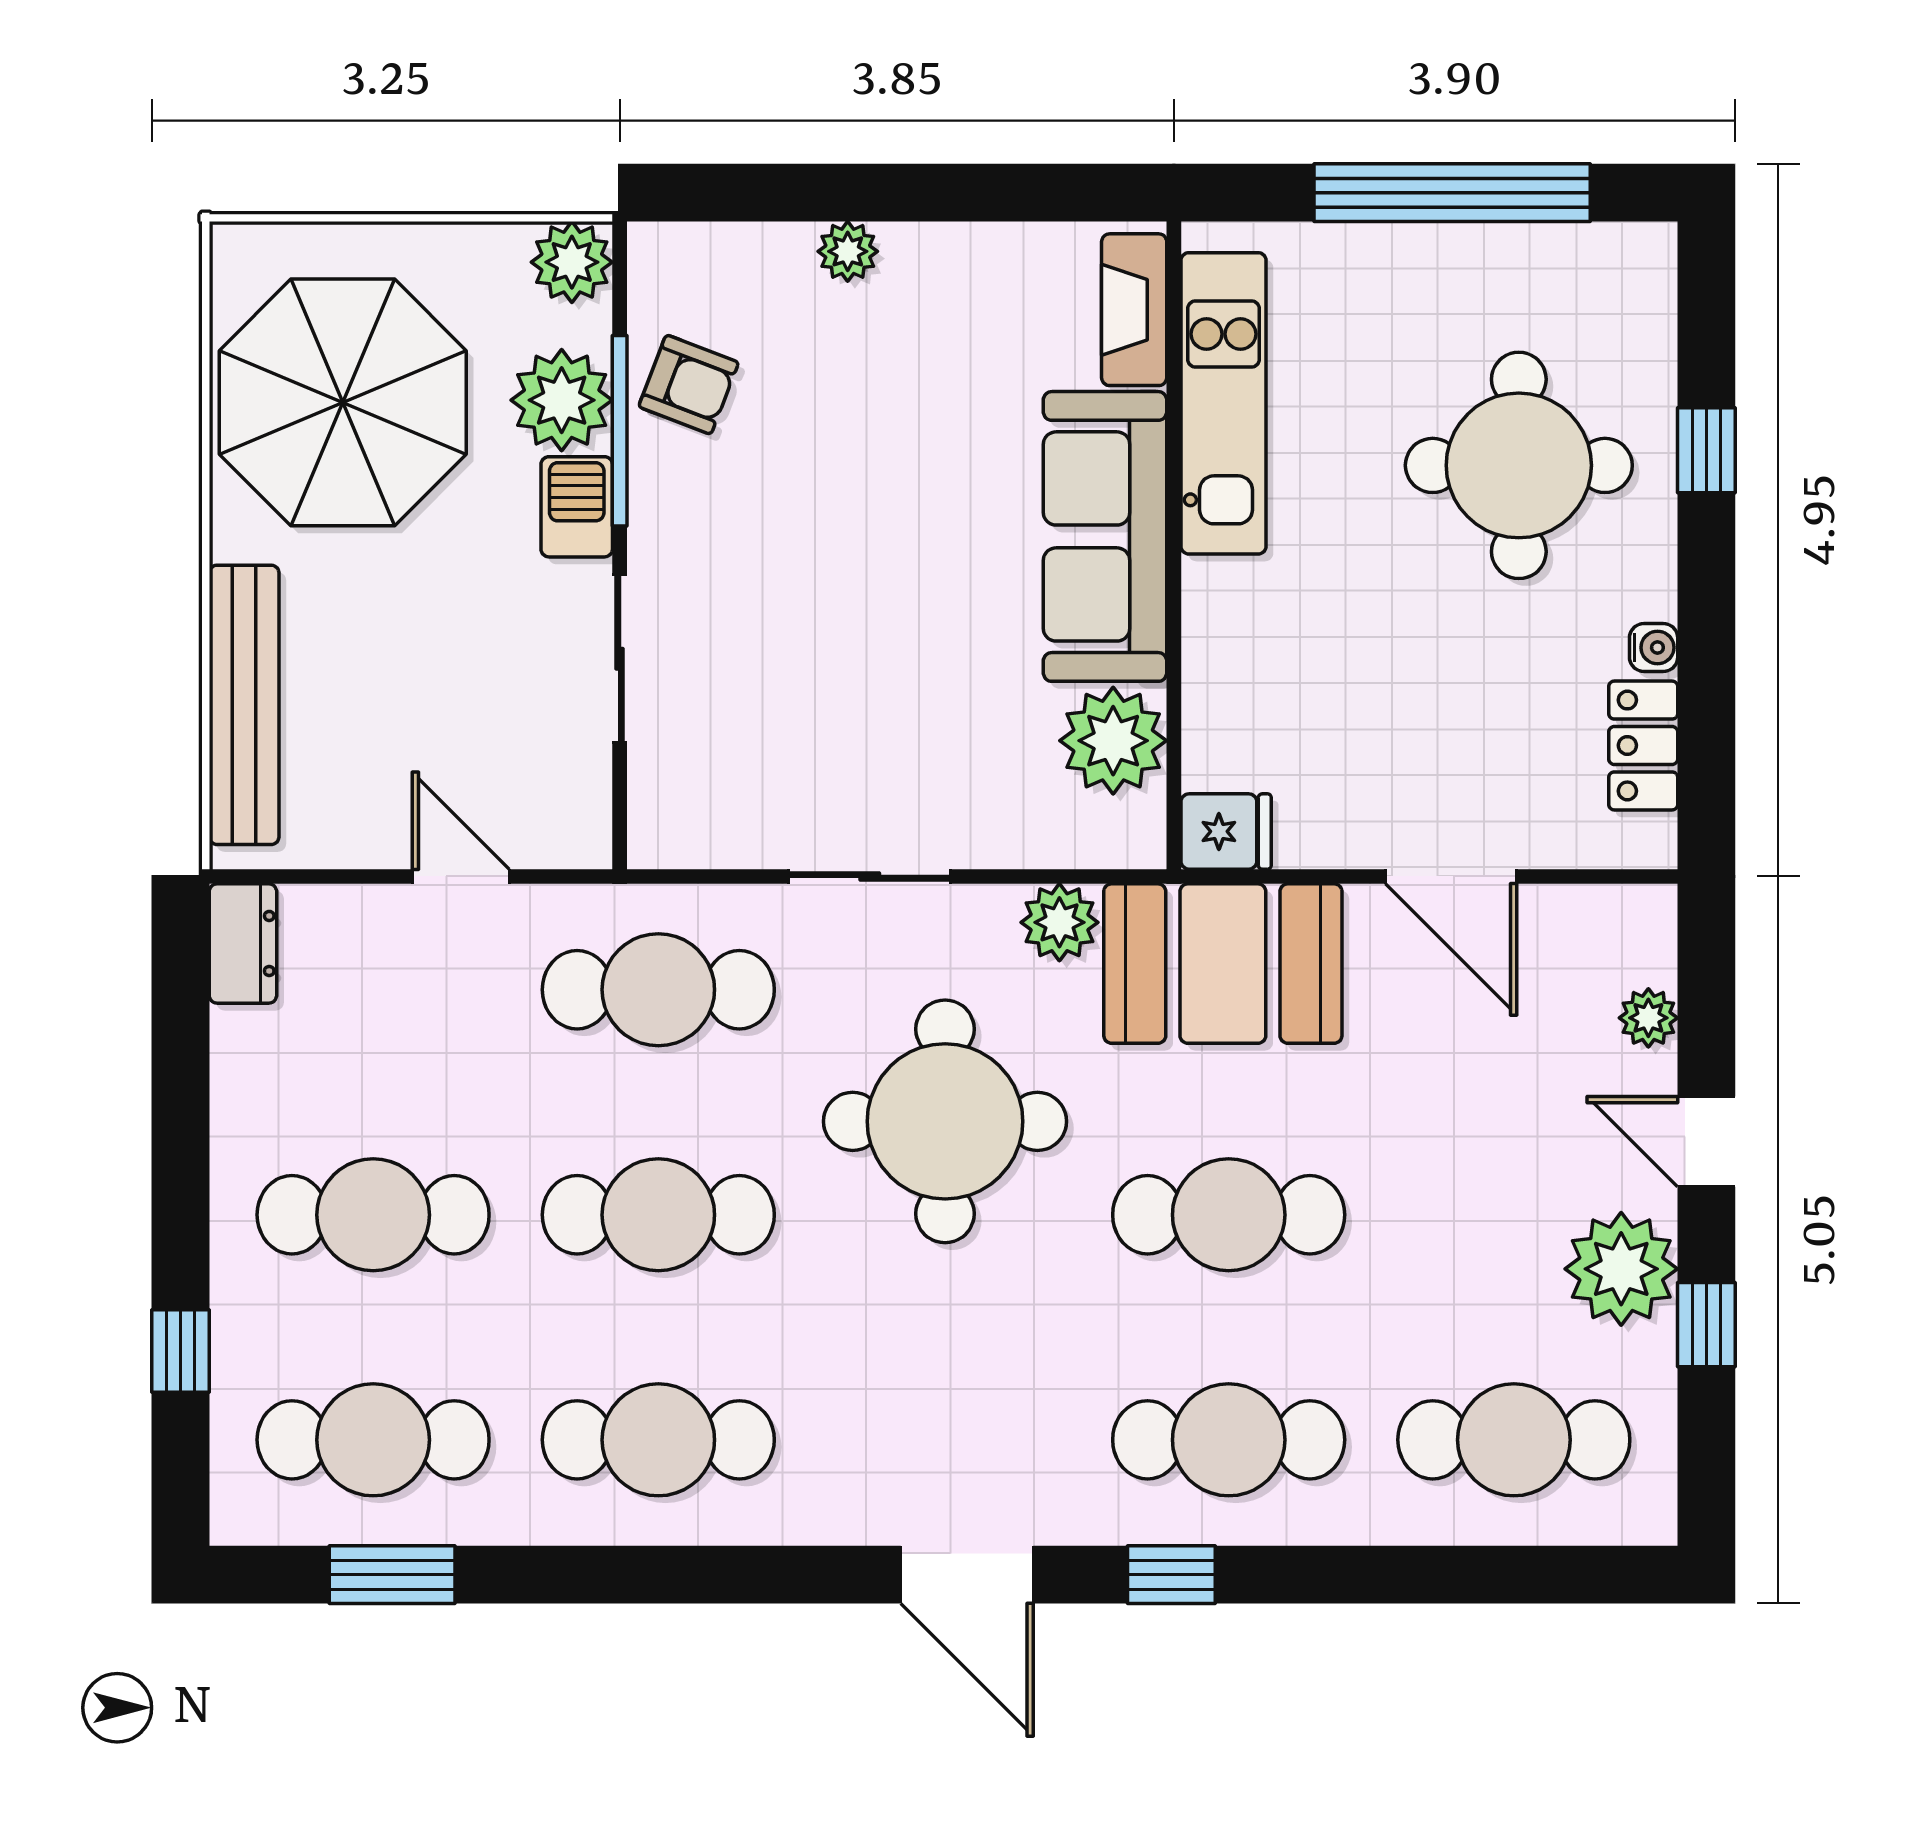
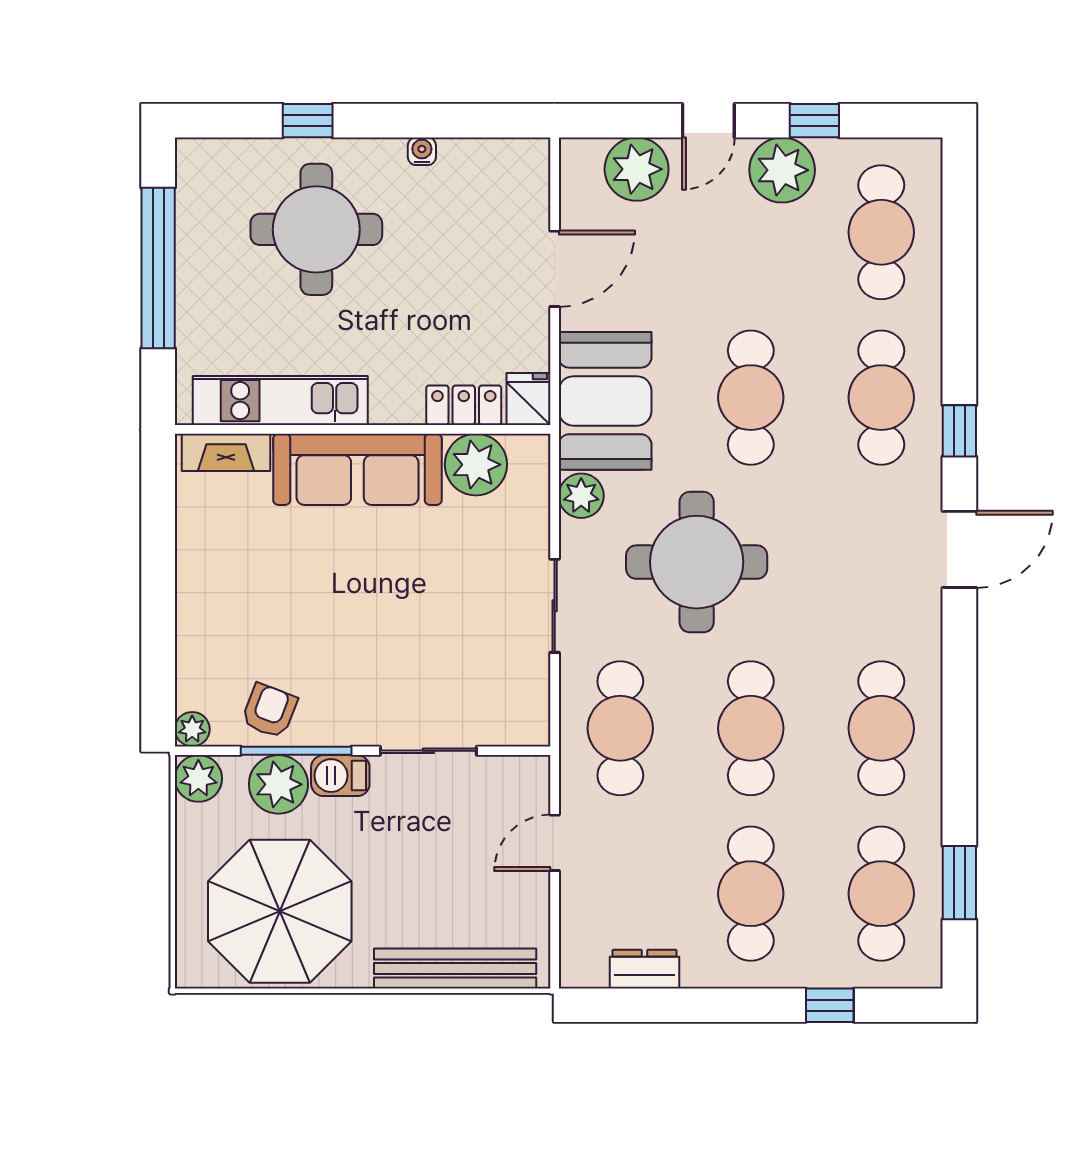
plant: (848, 251) -> (192, 729), moved
locker: (1643, 745) -> (464, 405), moved, turned 180
dresser: (243, 943) -> (645, 969), moved
plant: (1648, 1018) -> (637, 169), width x1.88, depth x1.88

